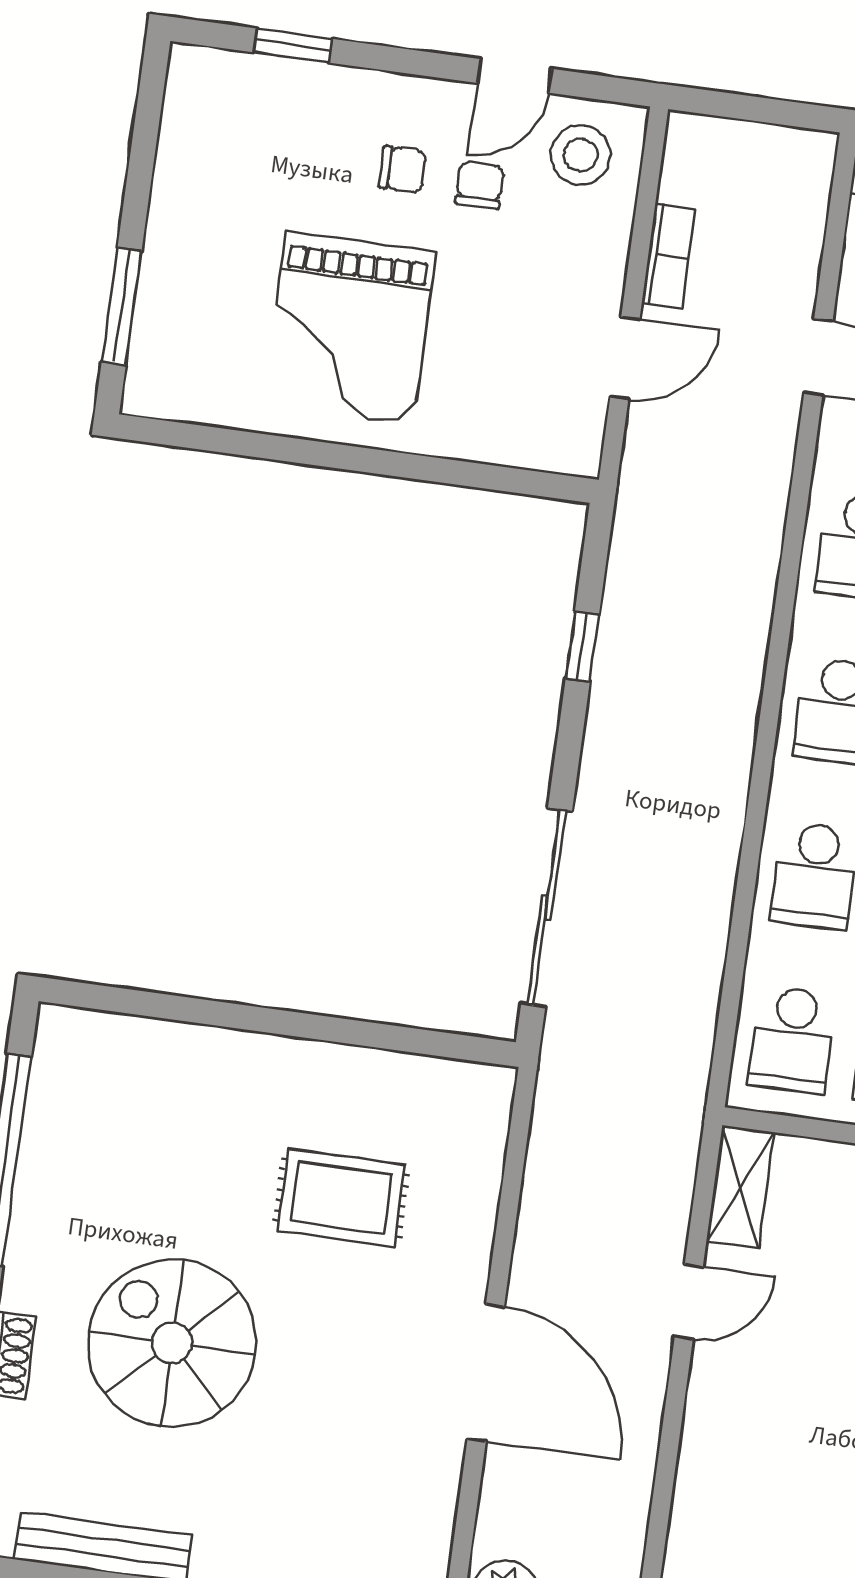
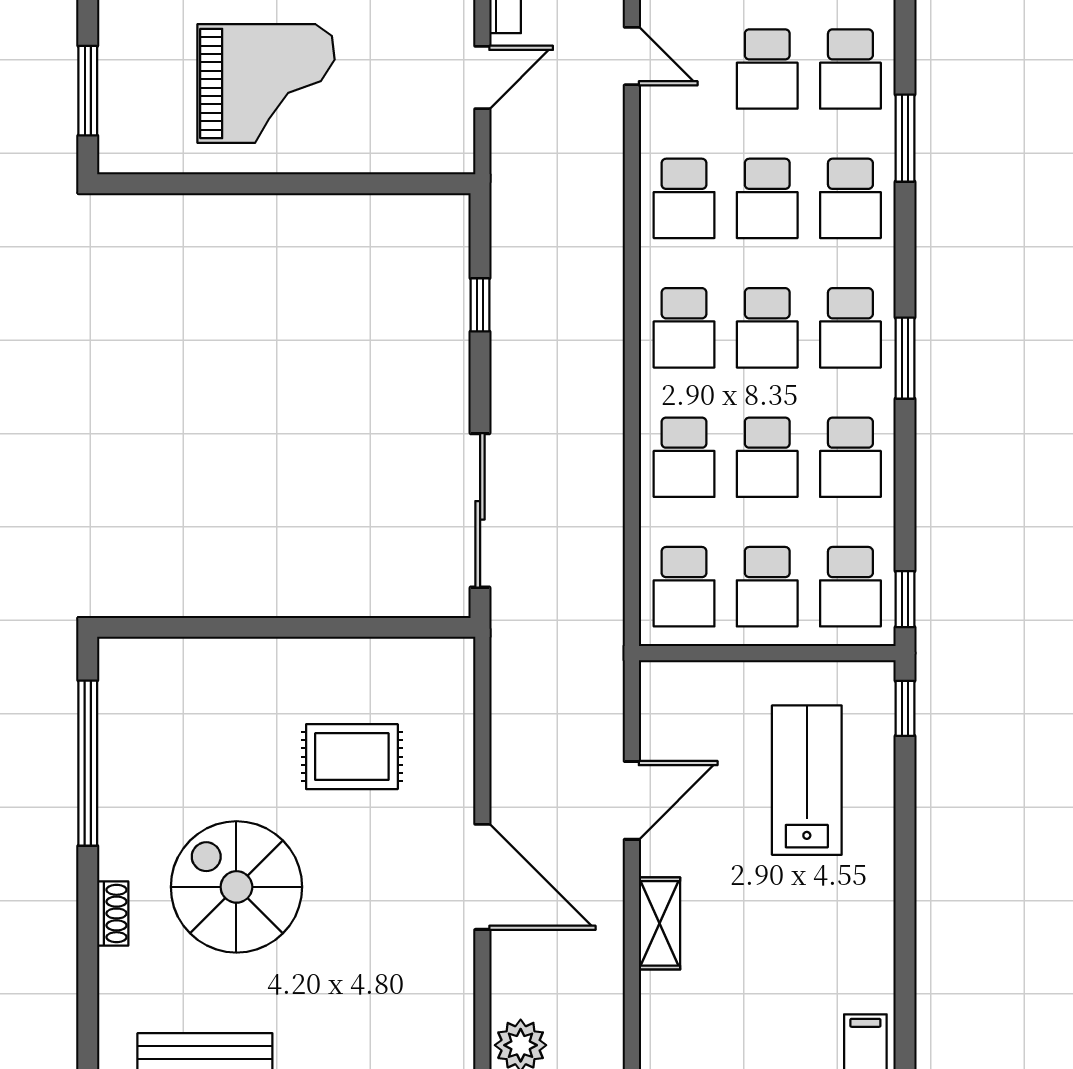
grand piano: (349, 328) -> (266, 83), turned -90
shelving: (740, 1187) -> (659, 923), moved
door: (689, 1302) -> (632, 800), width x1.38

